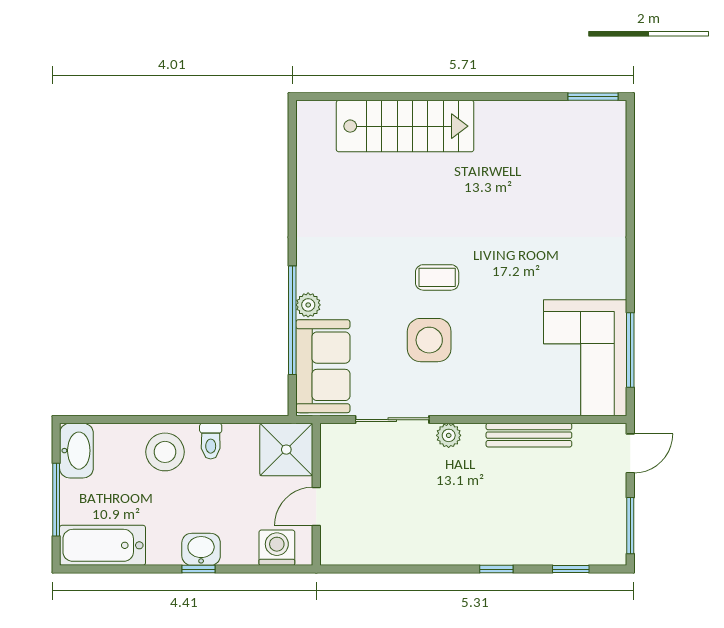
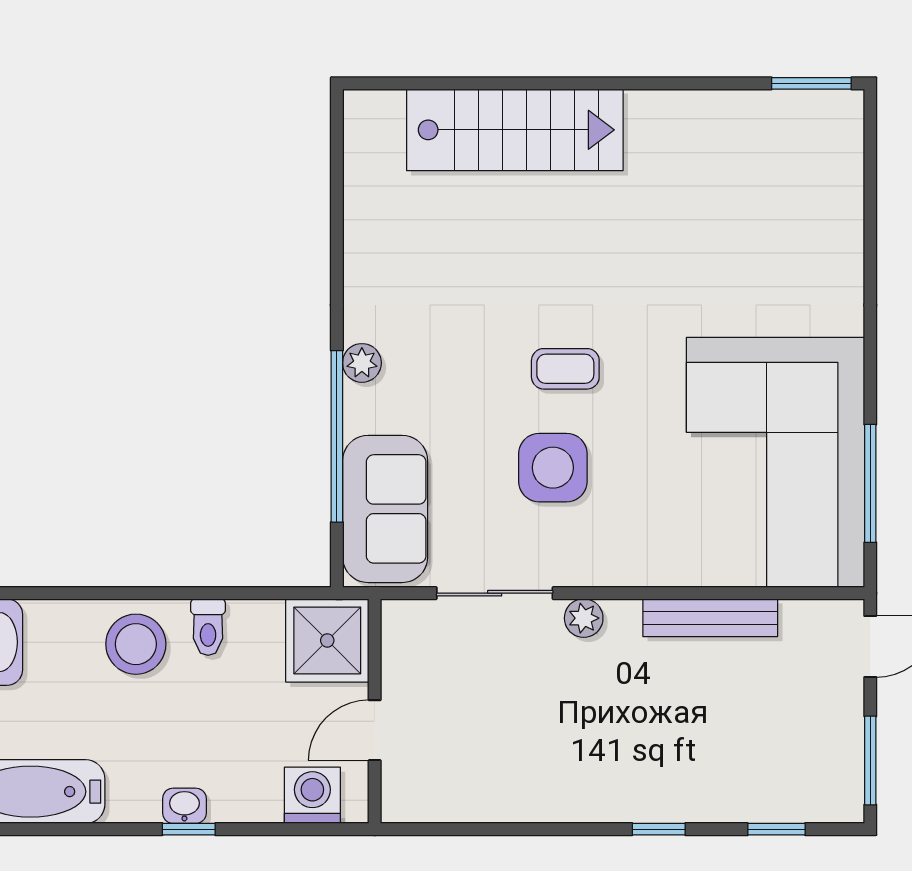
plant: (308, 305) -> (362, 363), moved
corner sofa: (585, 358) -> (775, 462), width x1.36, depth x1.36
washbasin: (201, 549) -> (184, 806), width x0.72, depth x0.69

